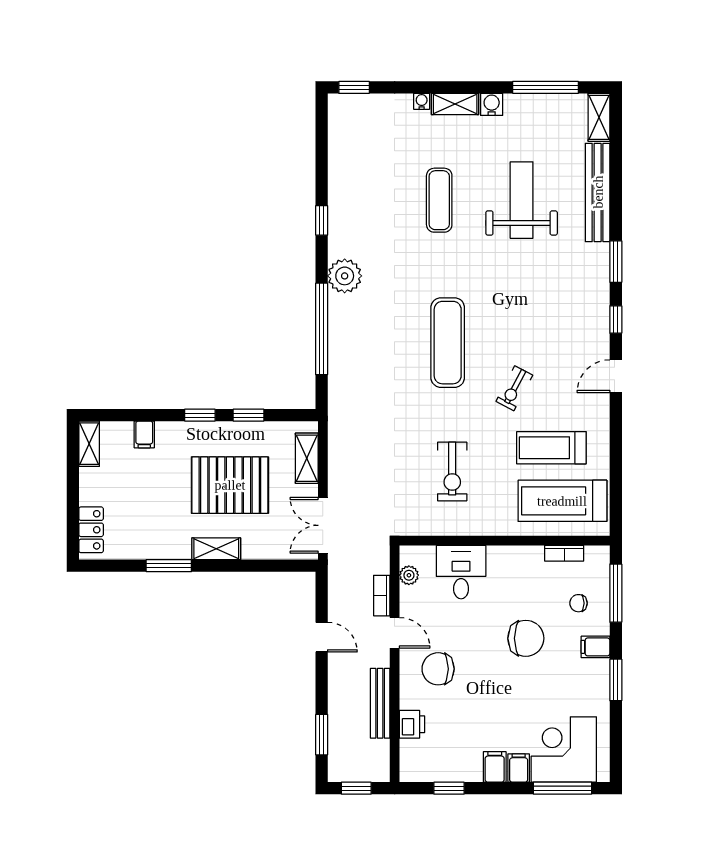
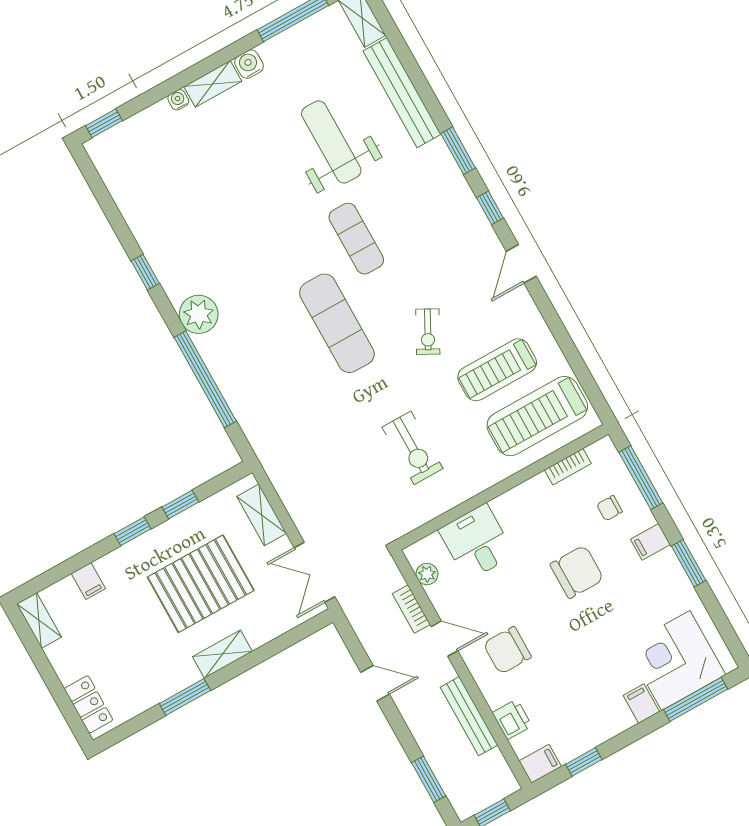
exercise mat: (439, 200) -> (356, 239), moved
filing cabinet: (495, 767) -> (540, 764), moved, turned 90

